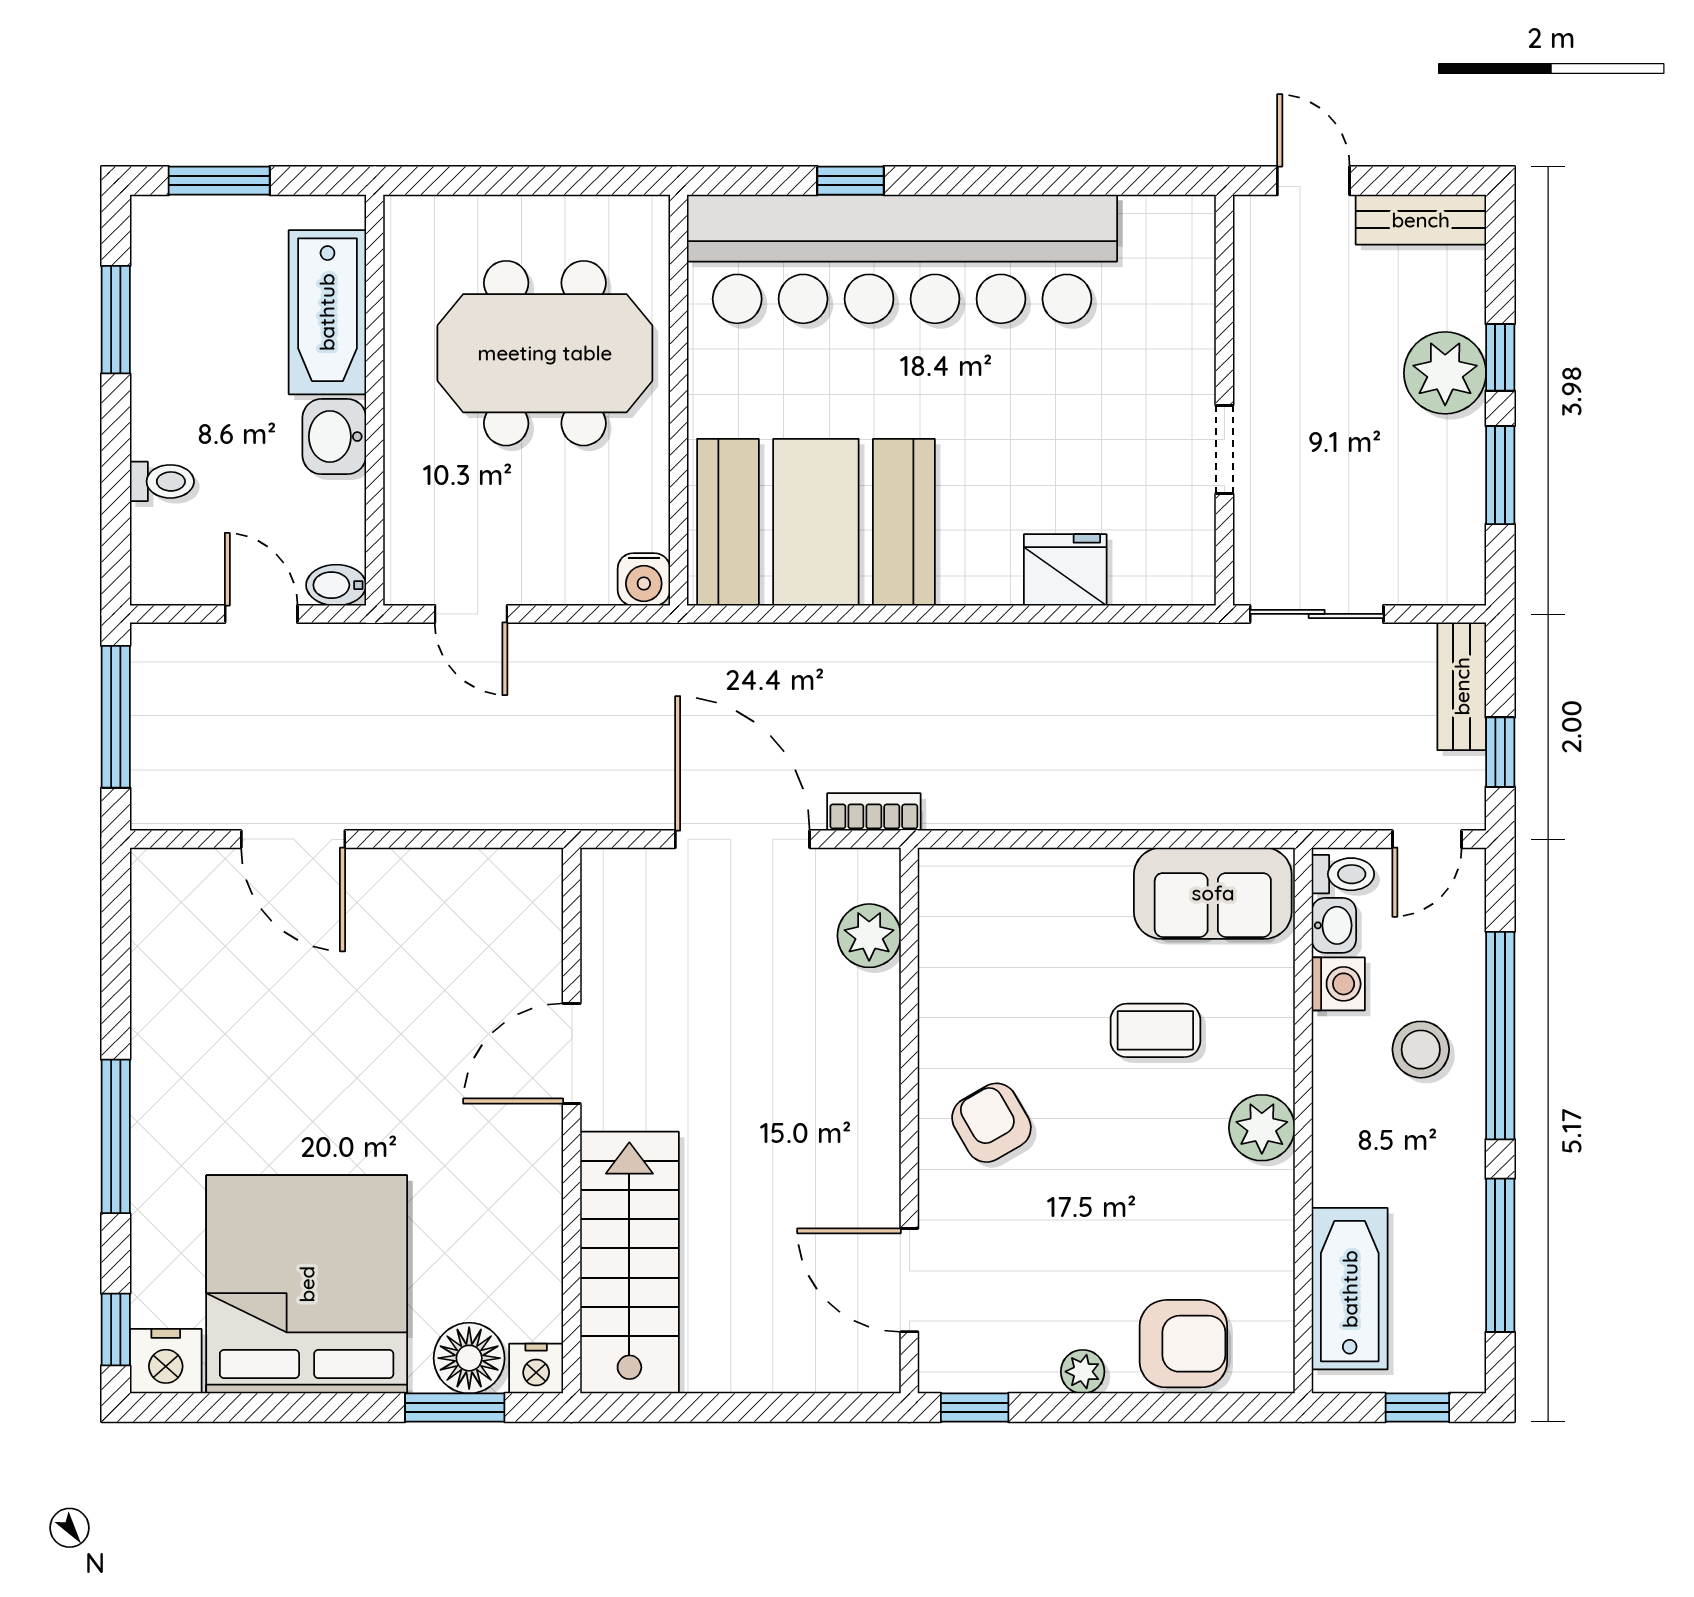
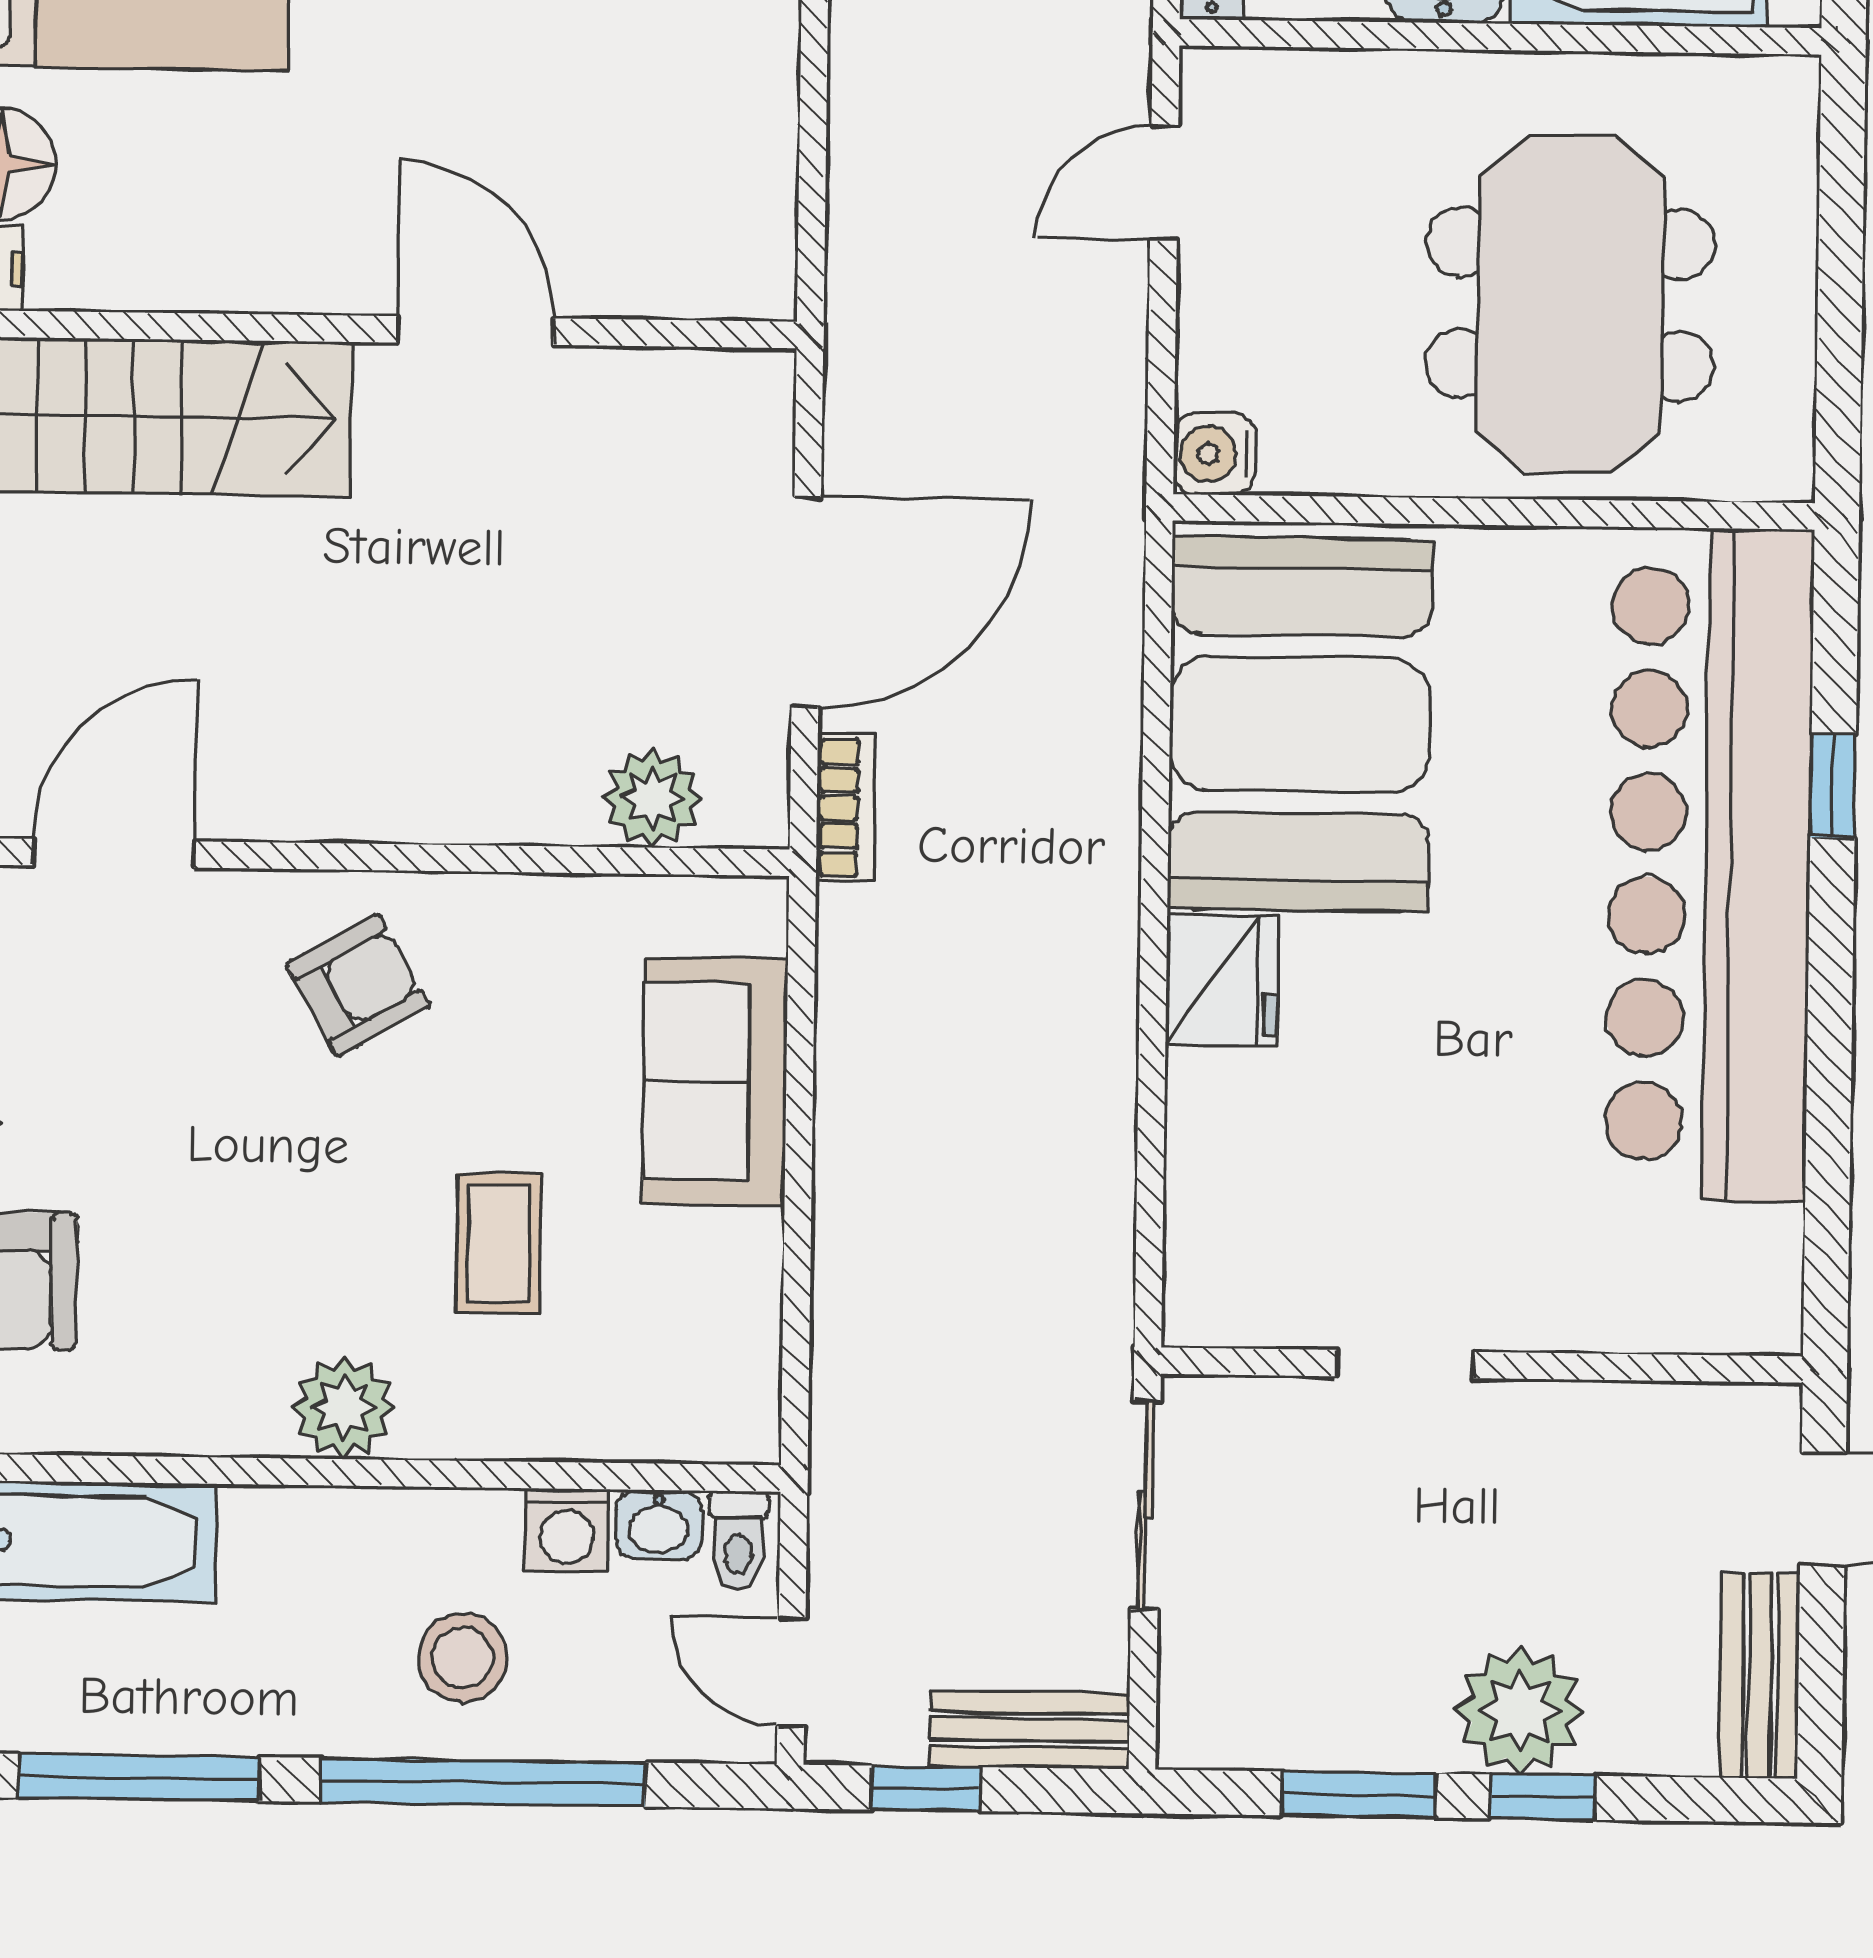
fridge: (1065, 570) -> (1222, 981), moved
sofa: (1213, 893) -> (715, 1082), moved

